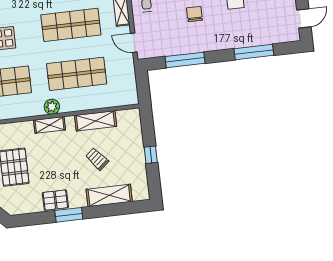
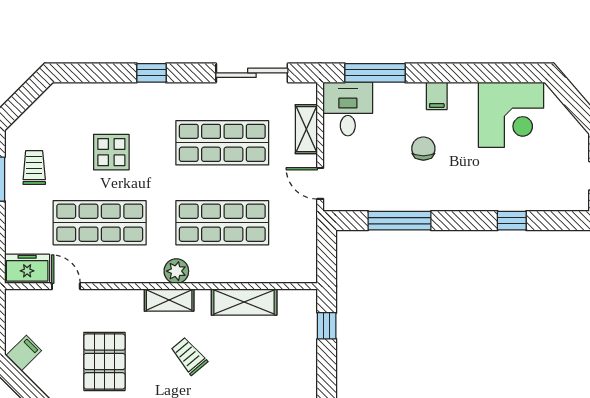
window: (254, 52) -> (512, 221), width x0.46
window: (151, 155) -> (327, 326), moved
trolley: (97, 159) -> (189, 356), moved

